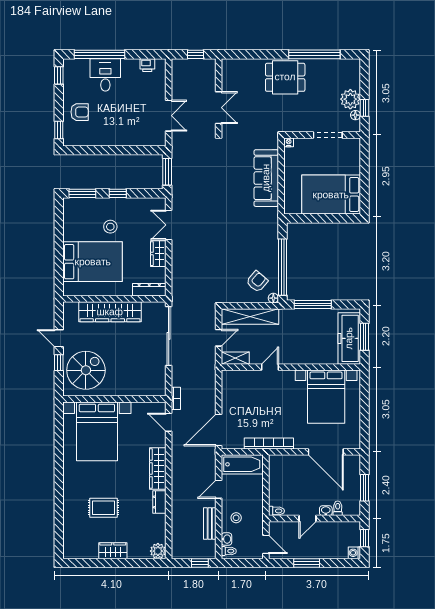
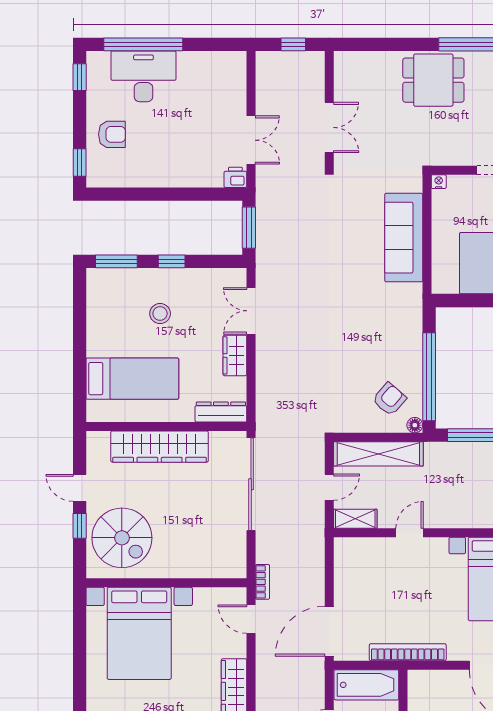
printer: (147, 65) -> (235, 177), moved, turned 180
desk: (105, 75) -> (143, 76), width x1.37
bed: (93, 262) -> (132, 379), width x0.67
spiral stairs: (86, 370) -> (122, 538), turned 90

